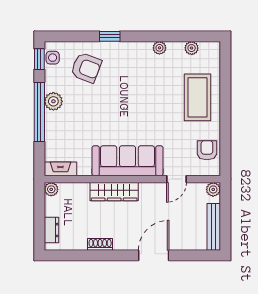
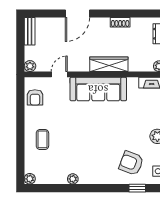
window: (110, 36) -> (137, 188), moved
plant: (192, 48) -> (30, 179), moved
coffee table: (198, 97) -> (42, 139), width x0.54, depth x0.58
bench: (214, 227) -> (30, 31), width x0.73

